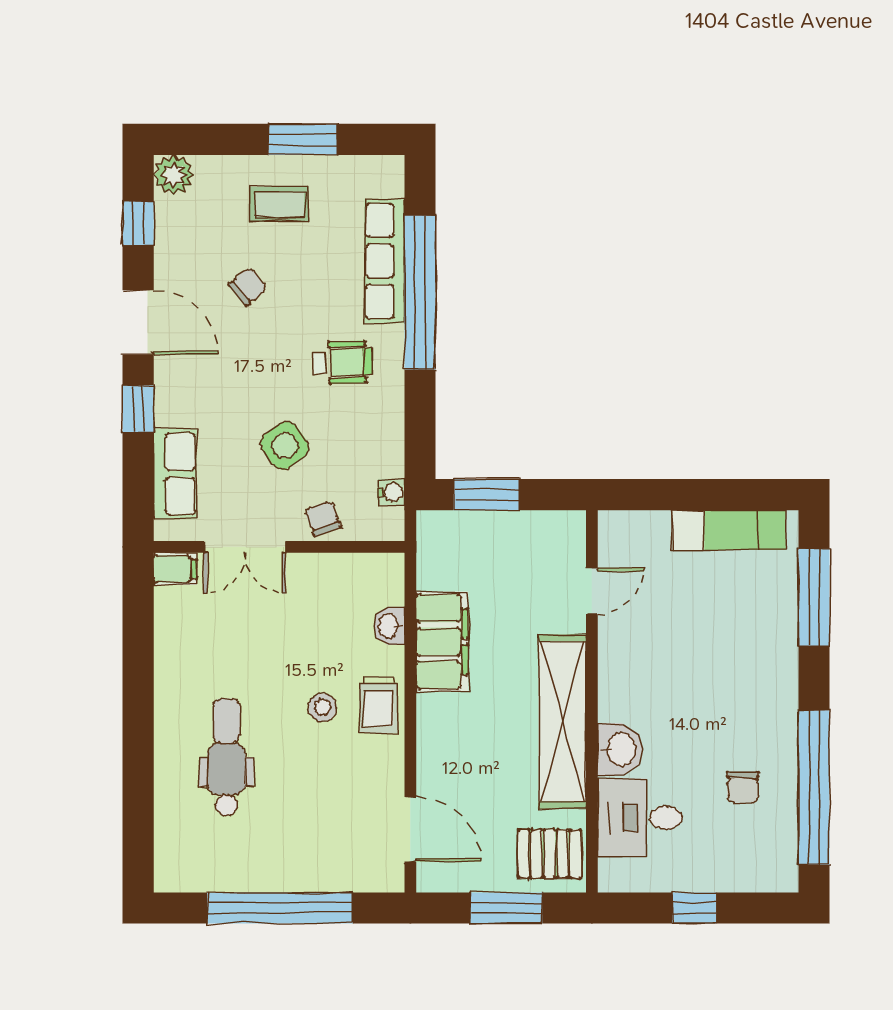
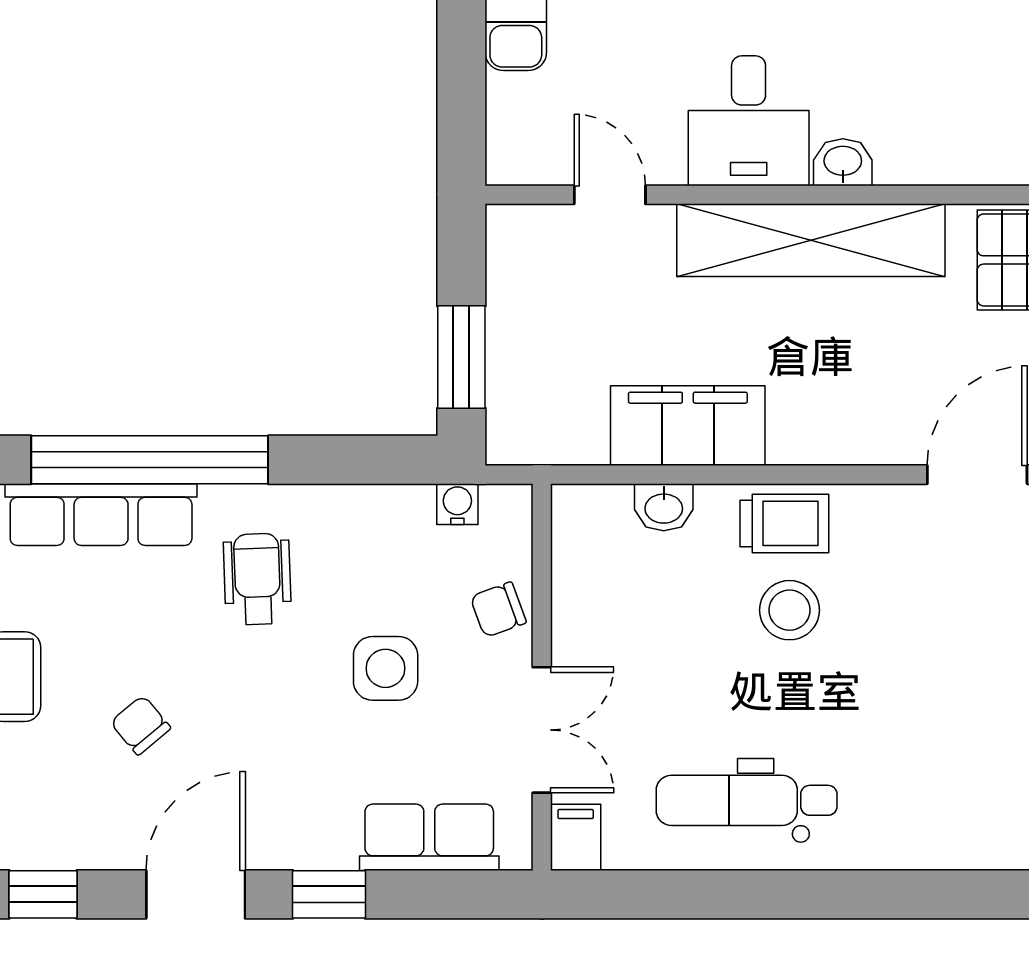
side table: (285, 445) -> (386, 668), turned 36
stool: (322, 708) -> (790, 610), width x1.37, depth x1.37
washbasin: (620, 749) -> (843, 162), width x0.72, depth x0.69
dental chair: (226, 757) -> (747, 800), moved
desk: (640, 818) -> (749, 121), moved

